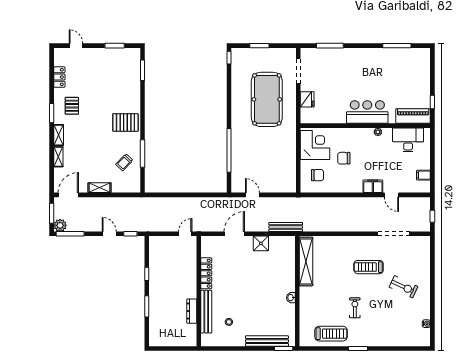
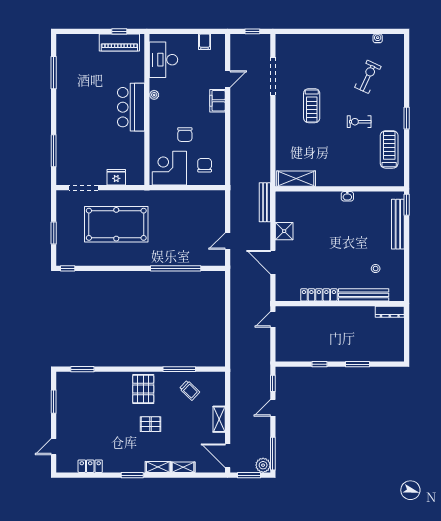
pallet: (72, 106) -> (151, 424), moved
piano: (413, 116) -> (119, 43), moved, turned -90
door: (185, 234) -> (273, 319), hinge flipped
shelving: (306, 261) -> (296, 179), width x0.68
exercise bike: (404, 287) -> (368, 77), moved
dresser: (192, 311) -> (390, 312), moved

